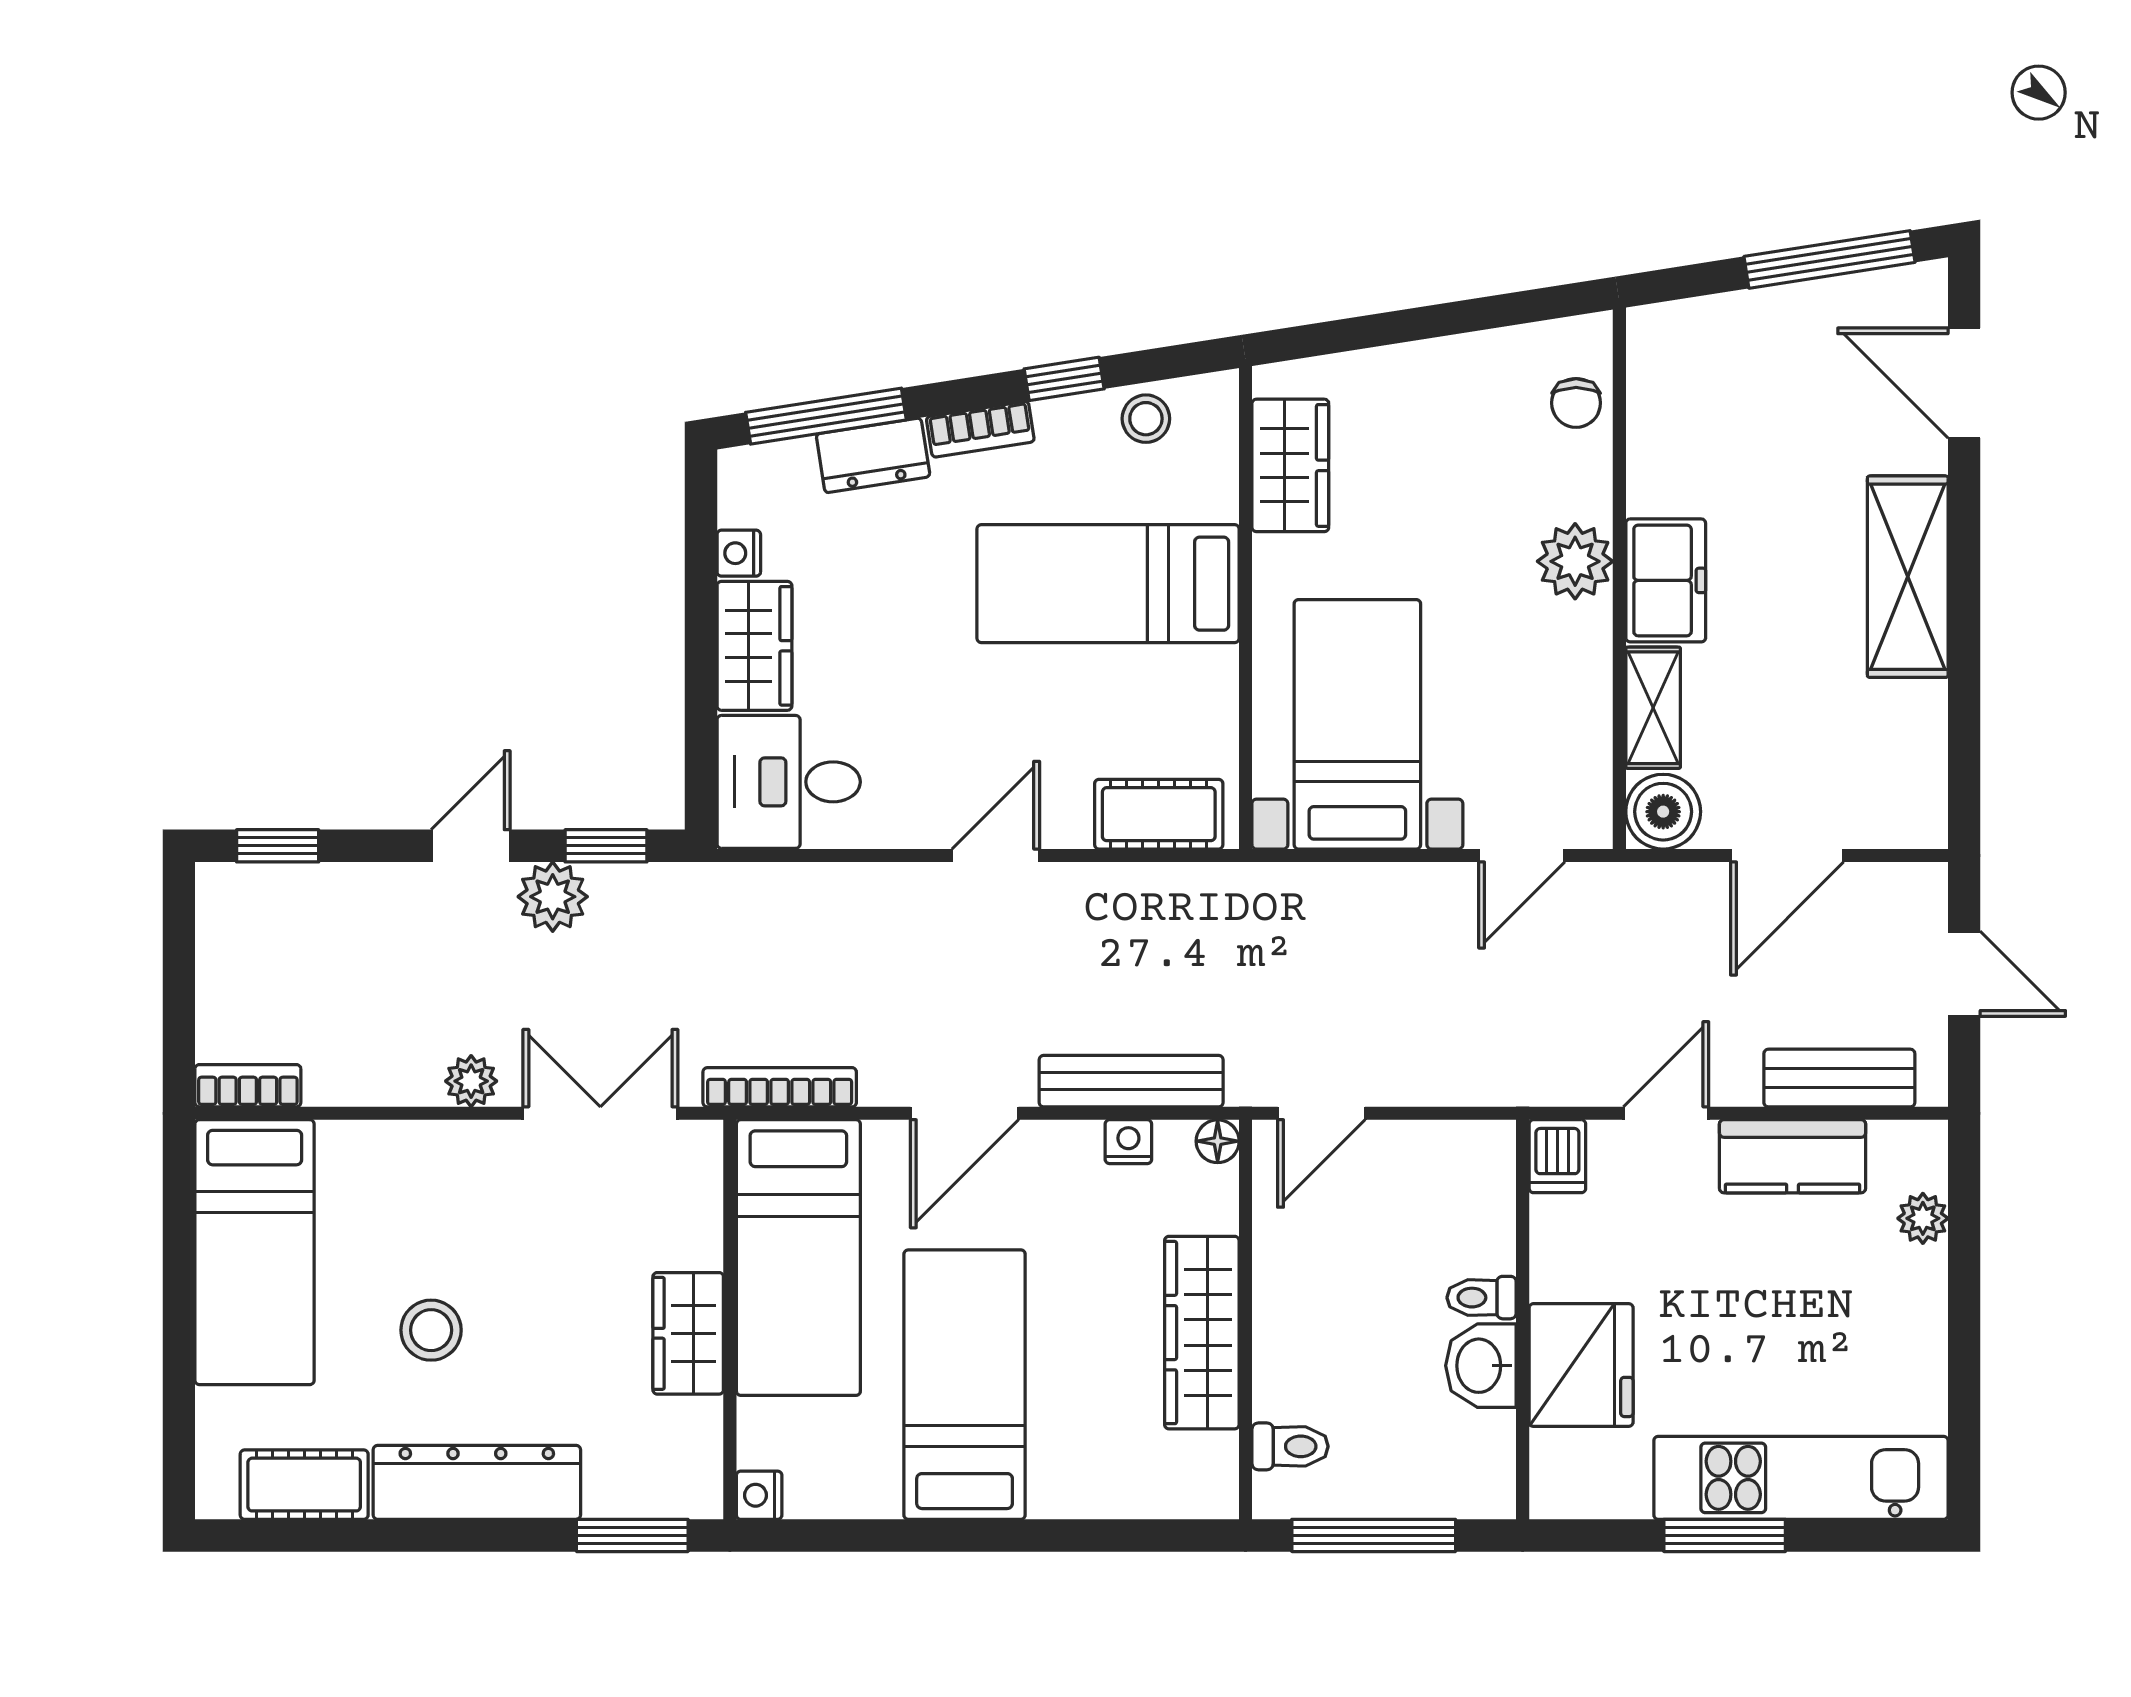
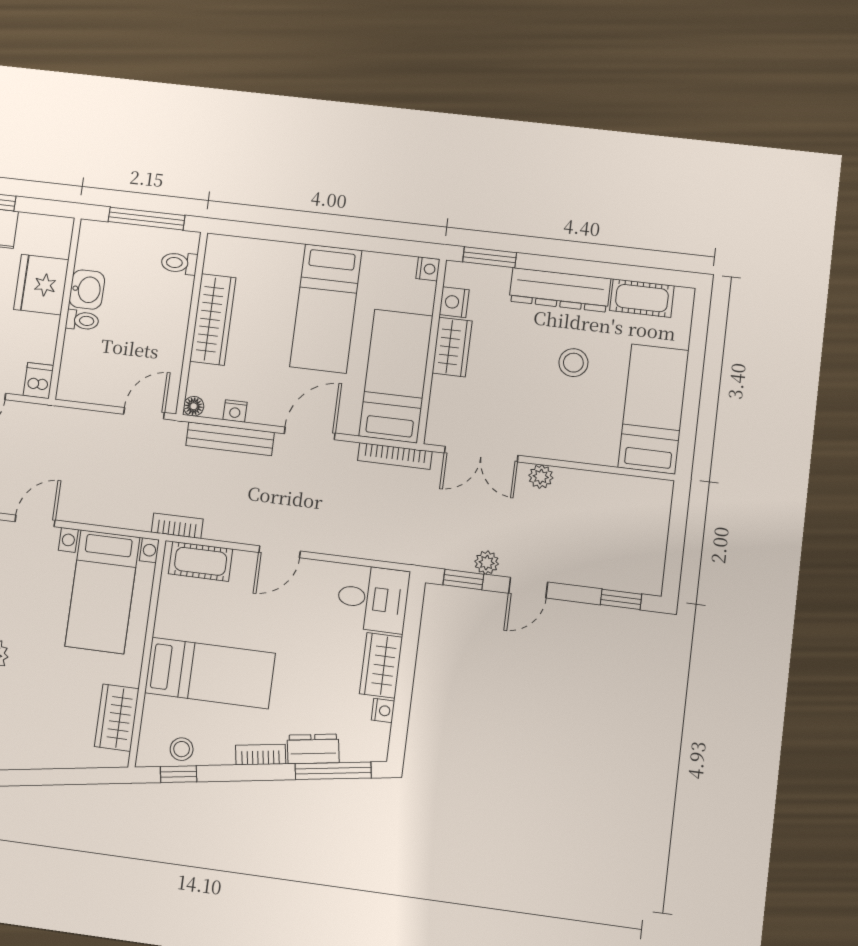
window: (1064, 379) -> (179, 774), moved
plant: (553, 897) -> (487, 563), width x0.73, depth x0.73
bookcase: (248, 1086) -> (177, 526), moved, turned 180
nightstand: (695, 1430) -> (454, 302), added

